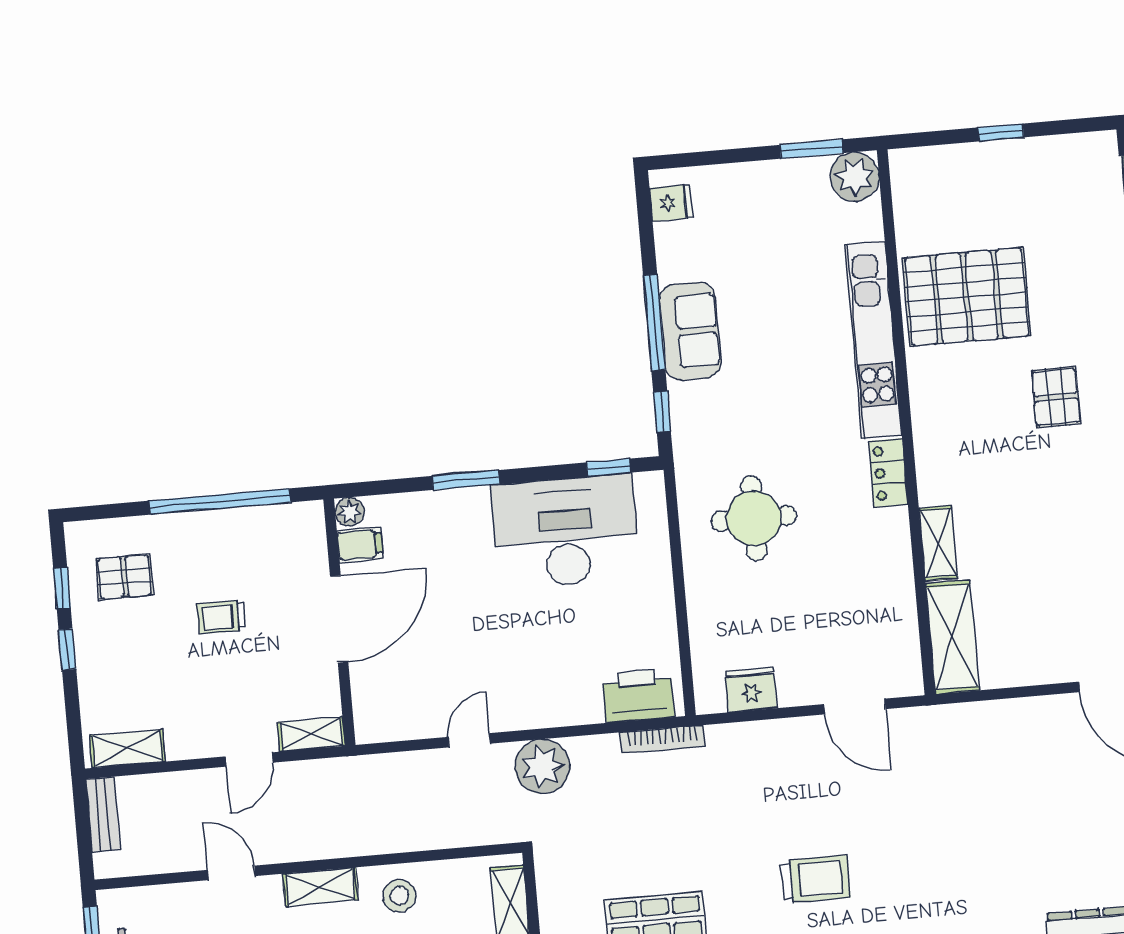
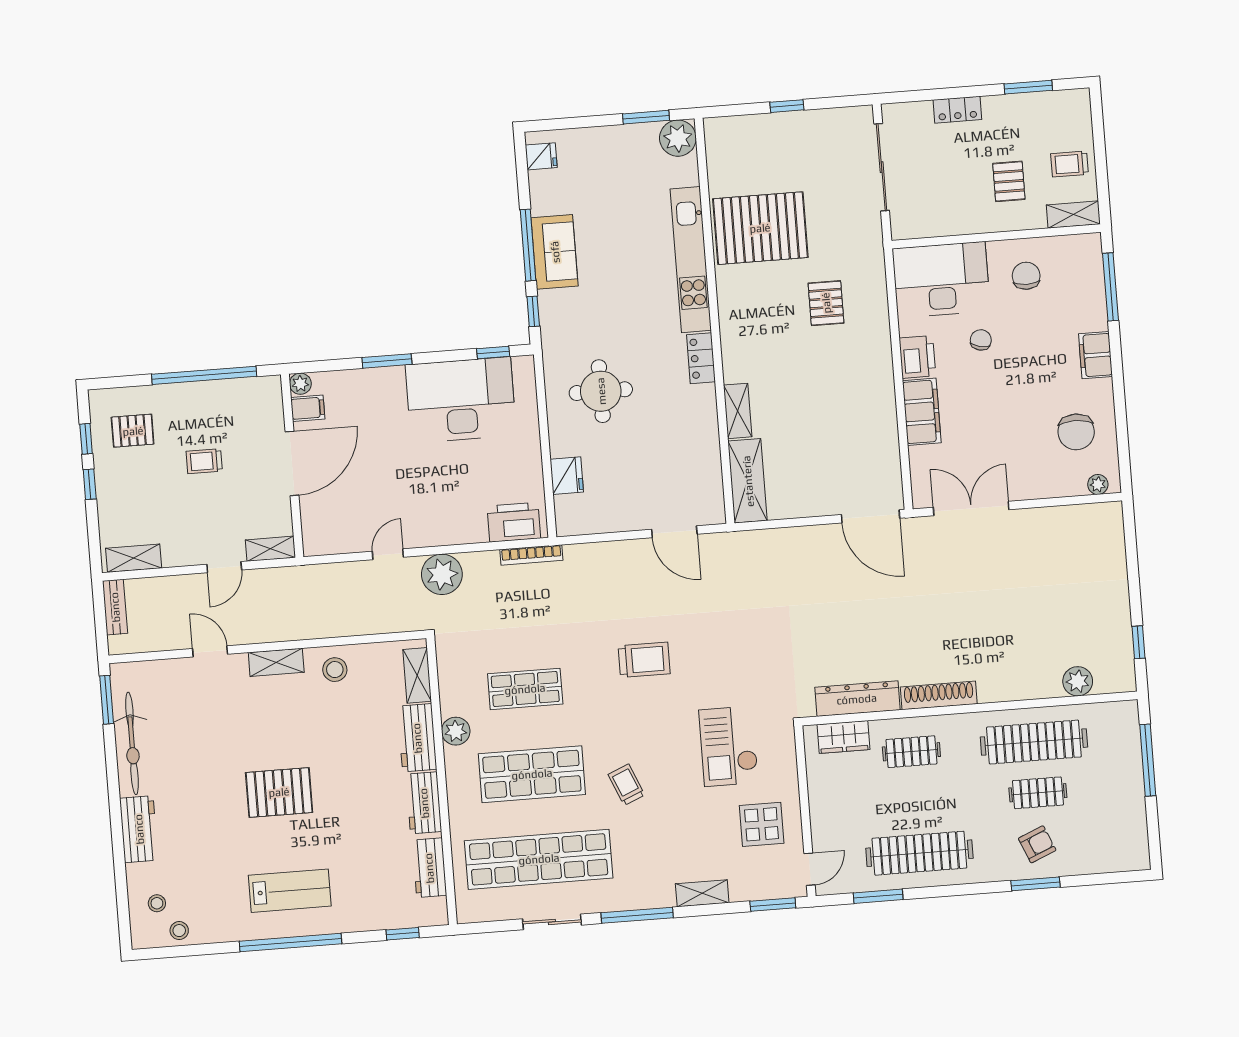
fridge: (751, 690) -> (567, 476), moved, turned 90

